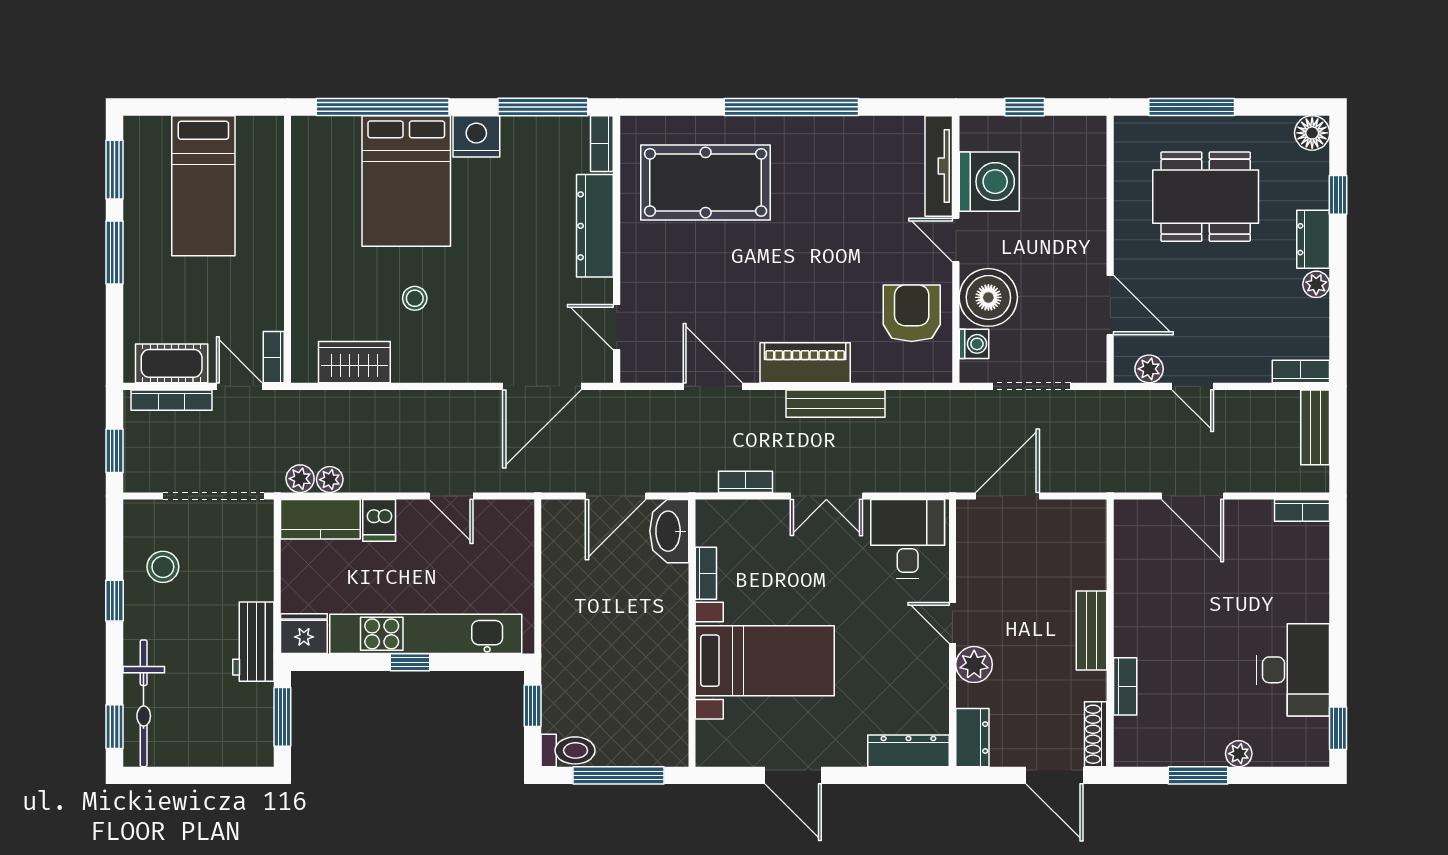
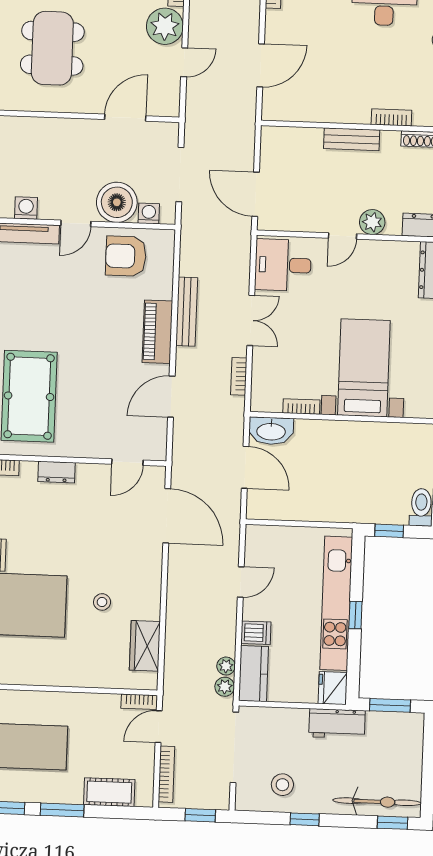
washing machine: (989, 182) -> (26, 208), width x0.53, depth x0.53
dresser: (595, 226) -> (56, 472), width x0.51, depth x0.80
cot: (172, 363) -> (109, 792), moved, turned 90
plant: (1149, 369) -> (165, 26), moved, width x1.87, depth x1.87

